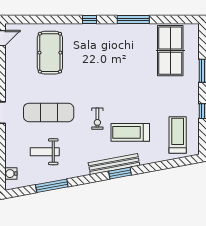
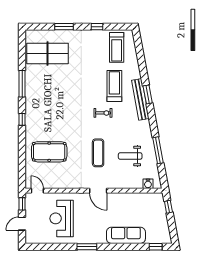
exercise mat: (49, 112) -> (98, 153), width x0.73, depth x0.69
treadmill: (130, 132) -> (114, 86), turned 180
treadmill: (178, 135) -> (117, 47), turned -90
weight bench: (45, 152) -> (130, 156), turned 90

